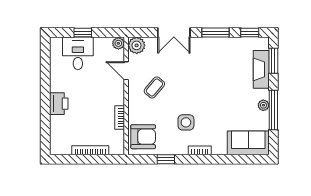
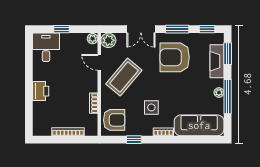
desk: (78, 53) -> (46, 47), moved
armchair: (213, 65) -> (175, 57), added
coffee table: (154, 87) -> (124, 77), width x1.86, depth x1.72
sofa: (248, 143) -> (199, 125), width x1.36

